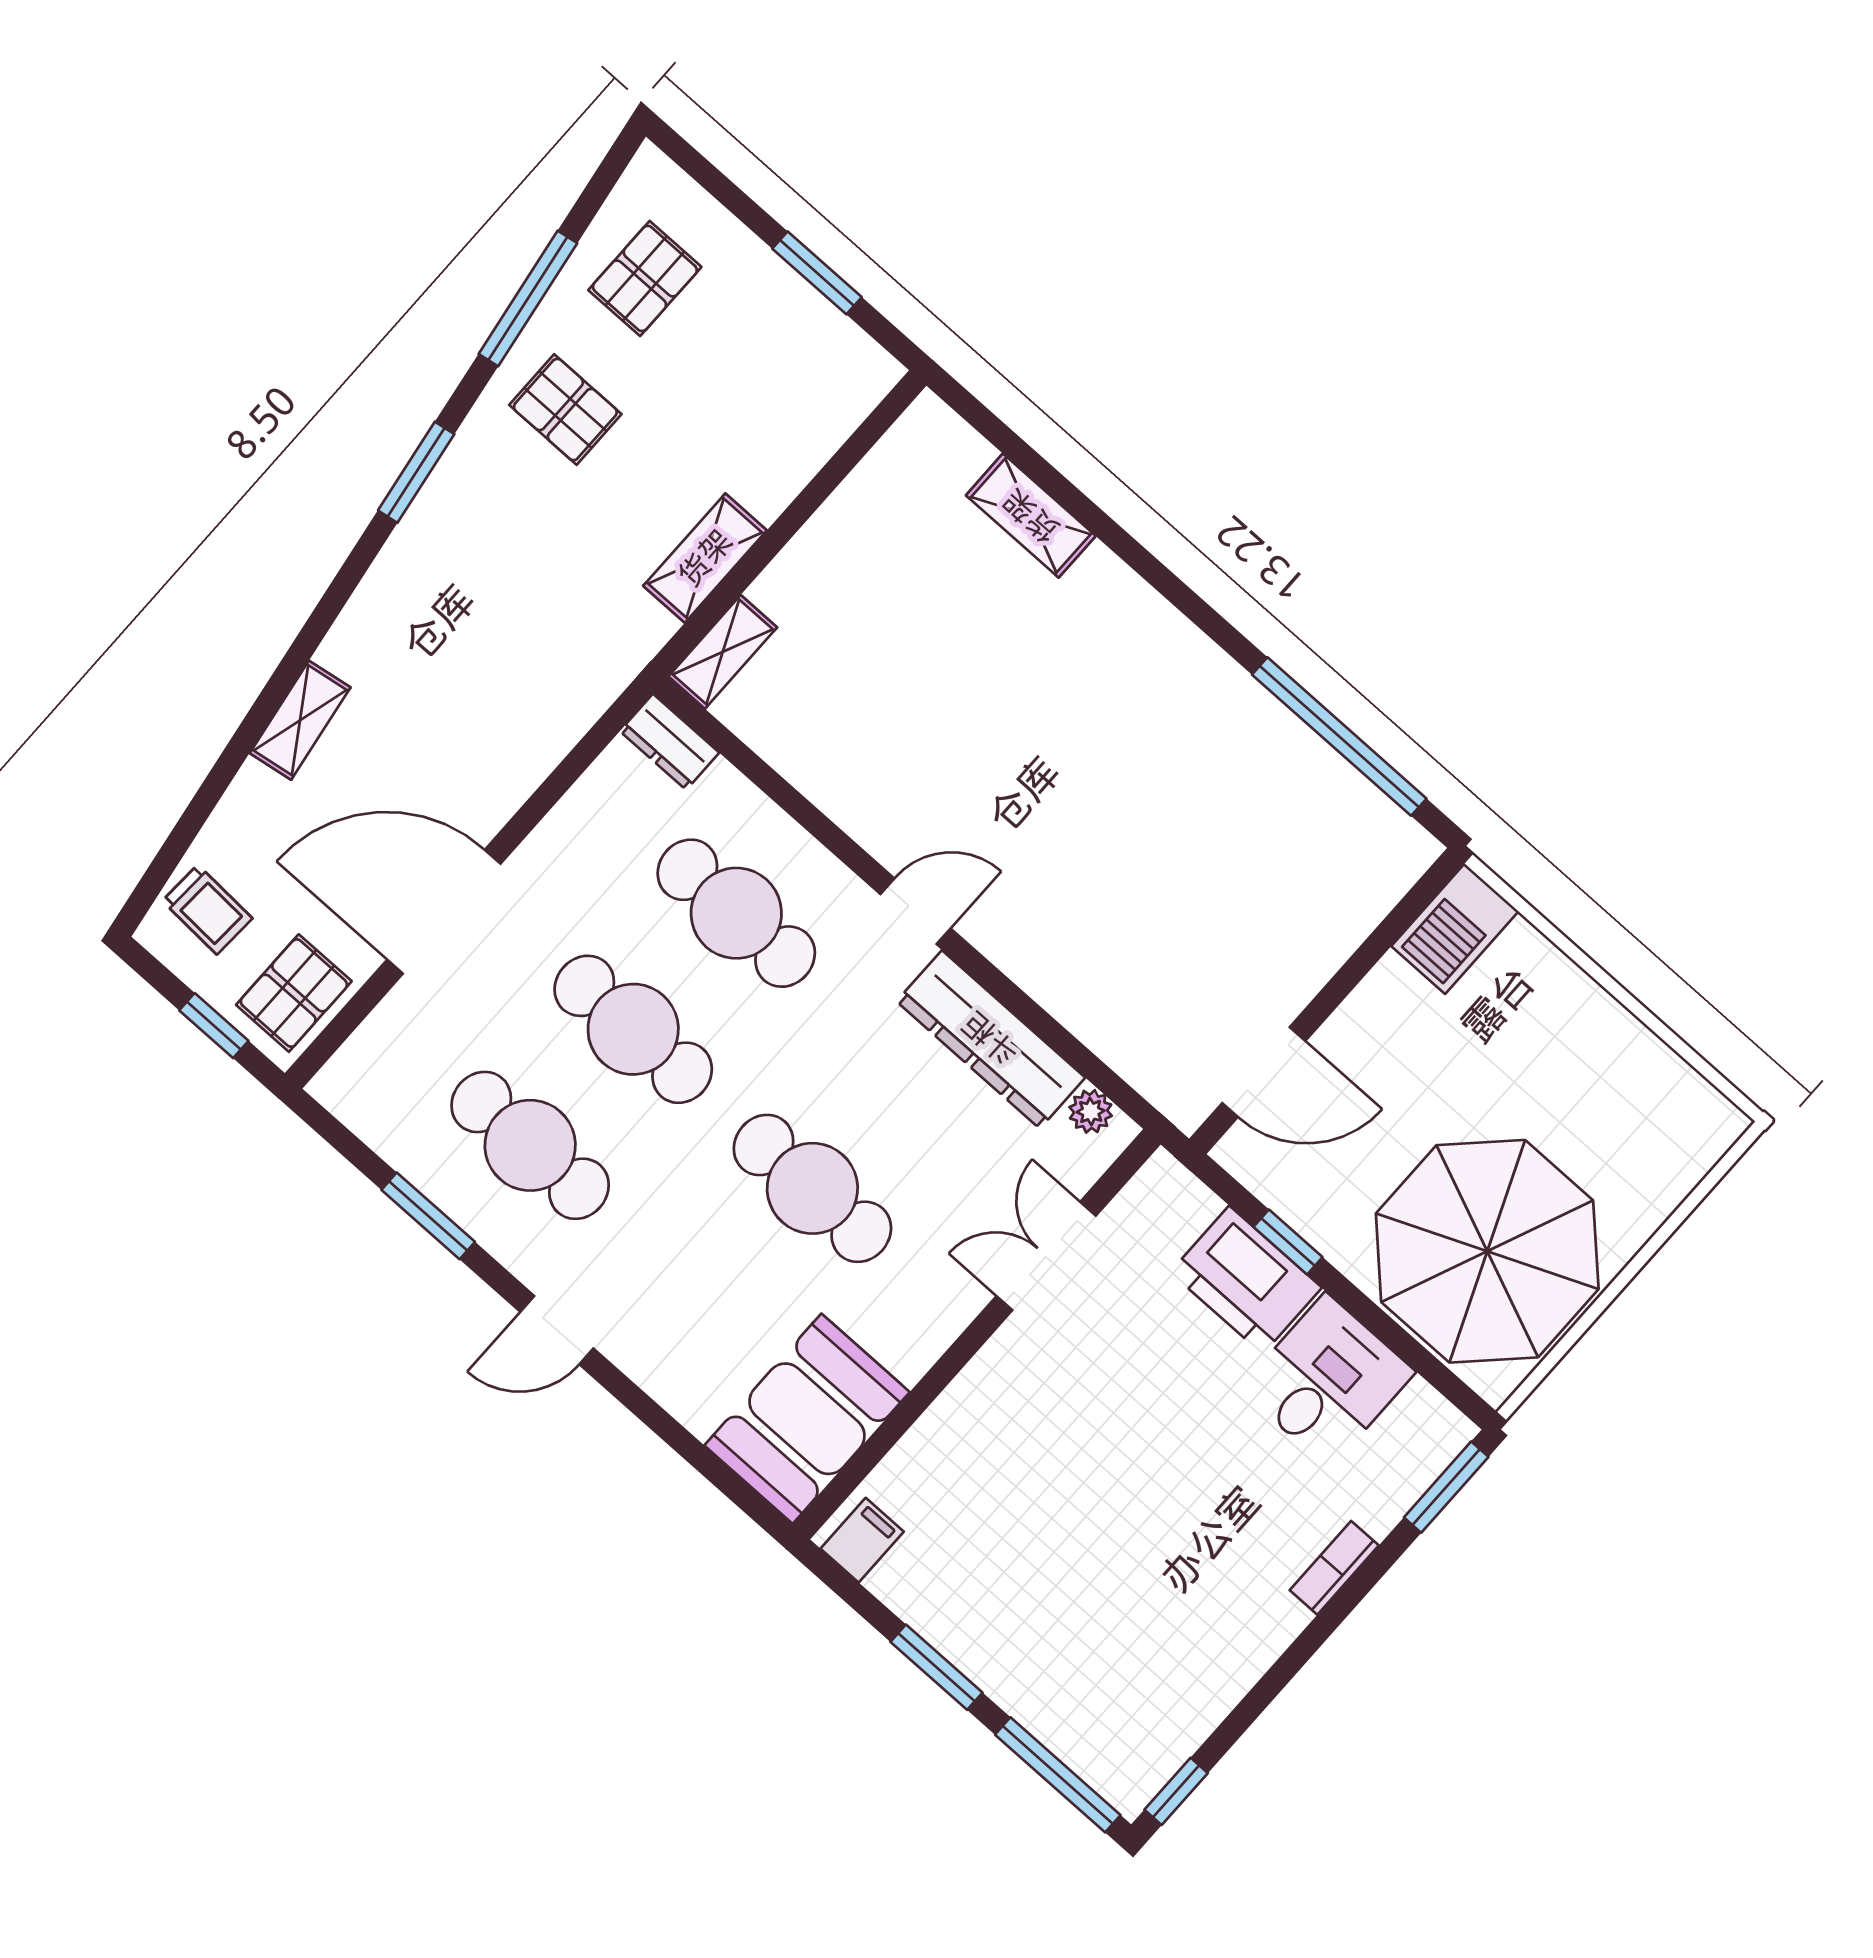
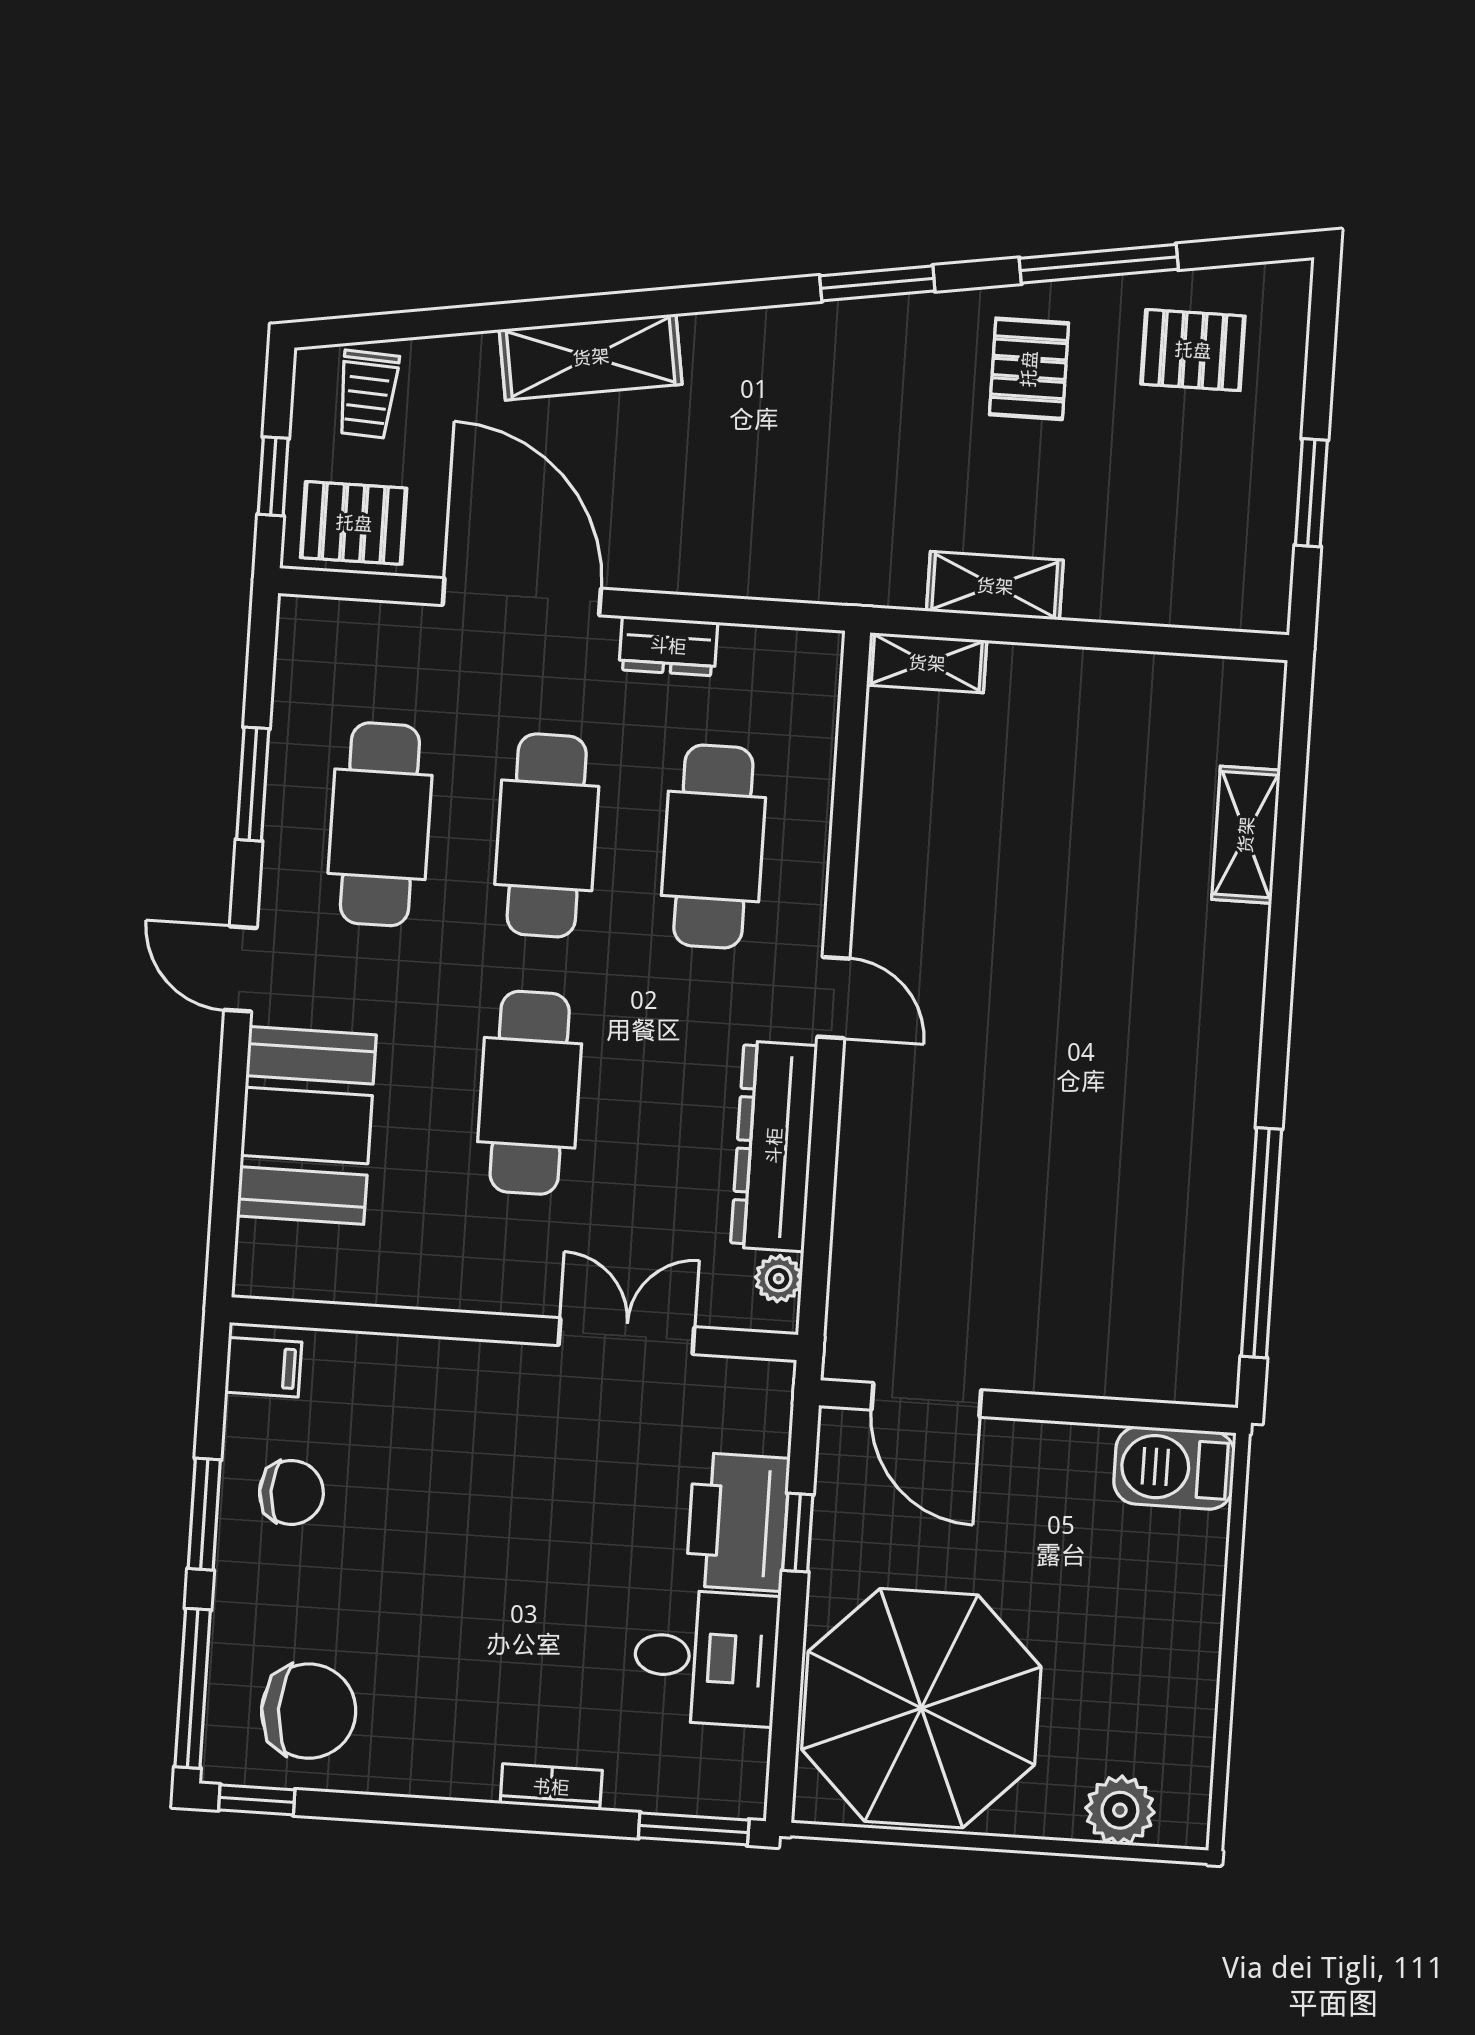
shelving: (300, 720) -> (591, 357), width x1.50, depth x1.33
dresser: (670, 742) -> (668, 646), moved, turned -90
plant: (1675, 1164) -> (1120, 1810), added
booth: (807, 1419) -> (306, 1125), moved, turned 90
chair: (970, 1591) -> (291, 1492), added
chair: (1140, 1703) -> (309, 1711), added

